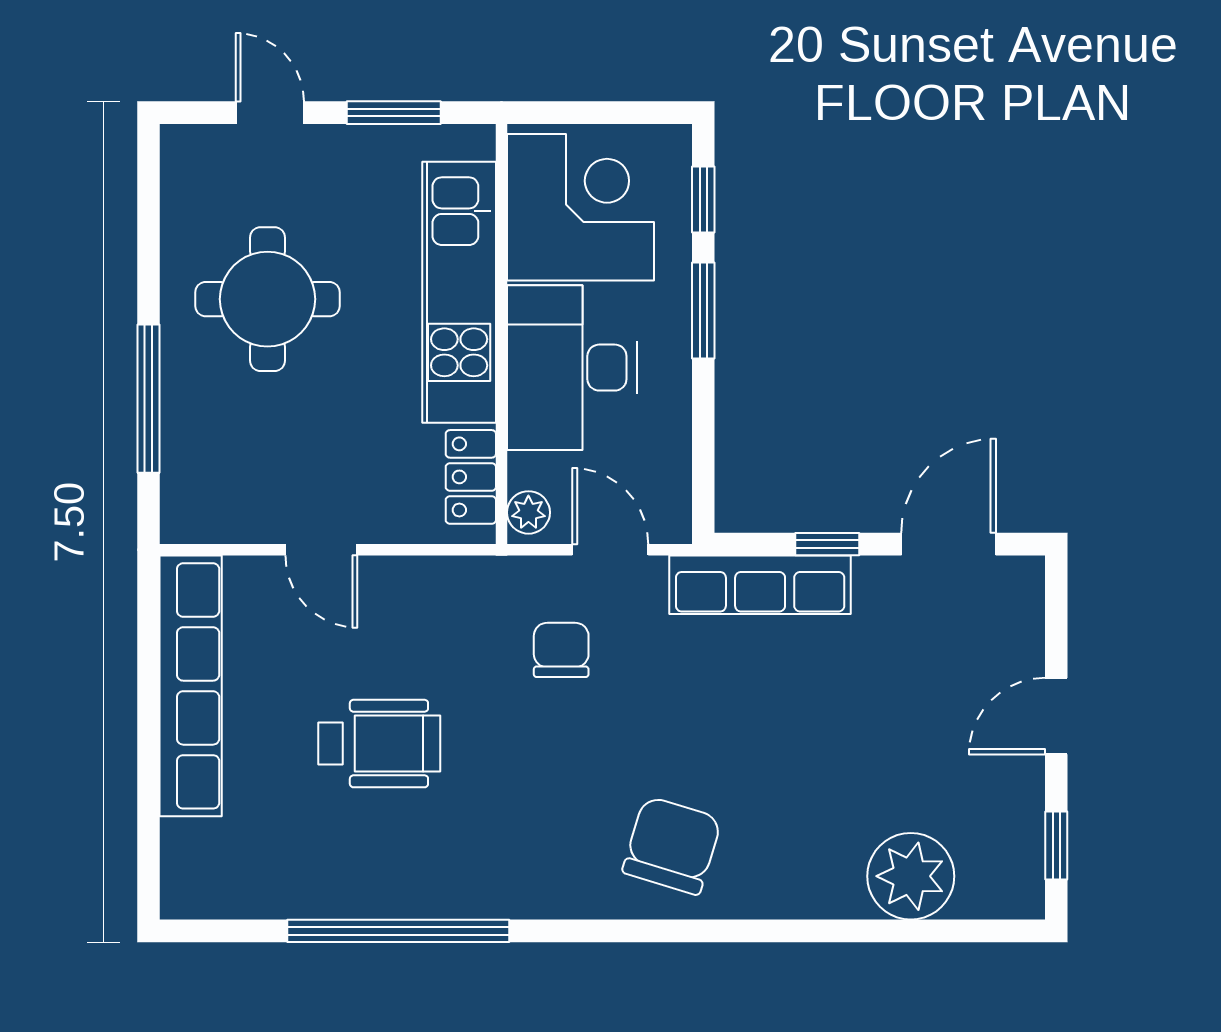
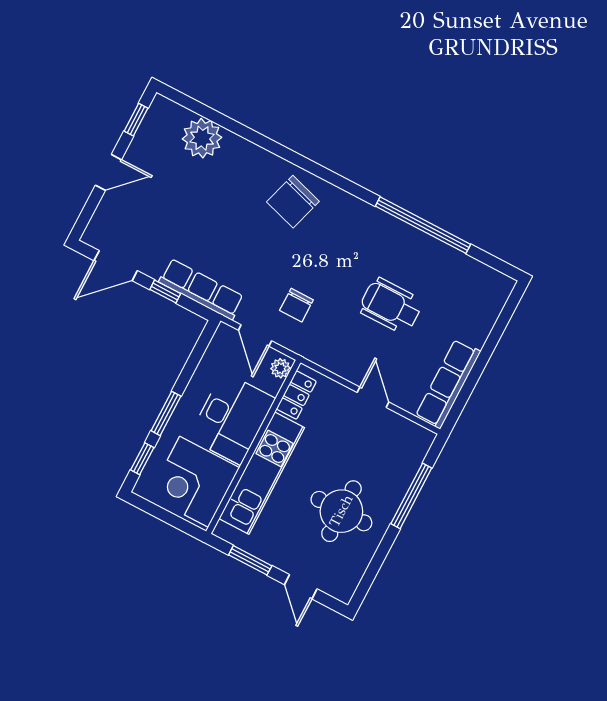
row of seats: (191, 686) -> (448, 384), width x0.73

